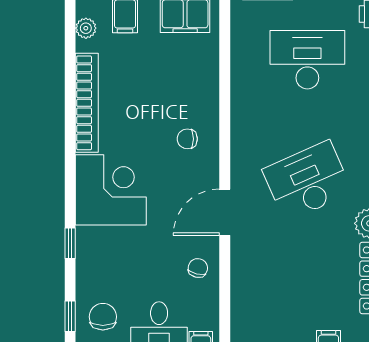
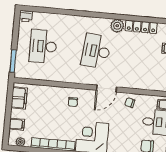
desk: (307, 181) -> (96, 51), turned 30
door: (225, 212) -> (106, 89), hinge flipped

